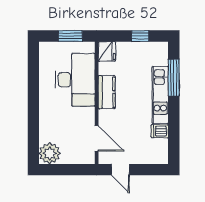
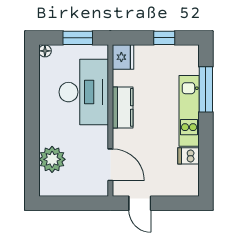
floor lamp: (44, 47) -> (45, 51), added
plant: (50, 153) -> (52, 159), moved

